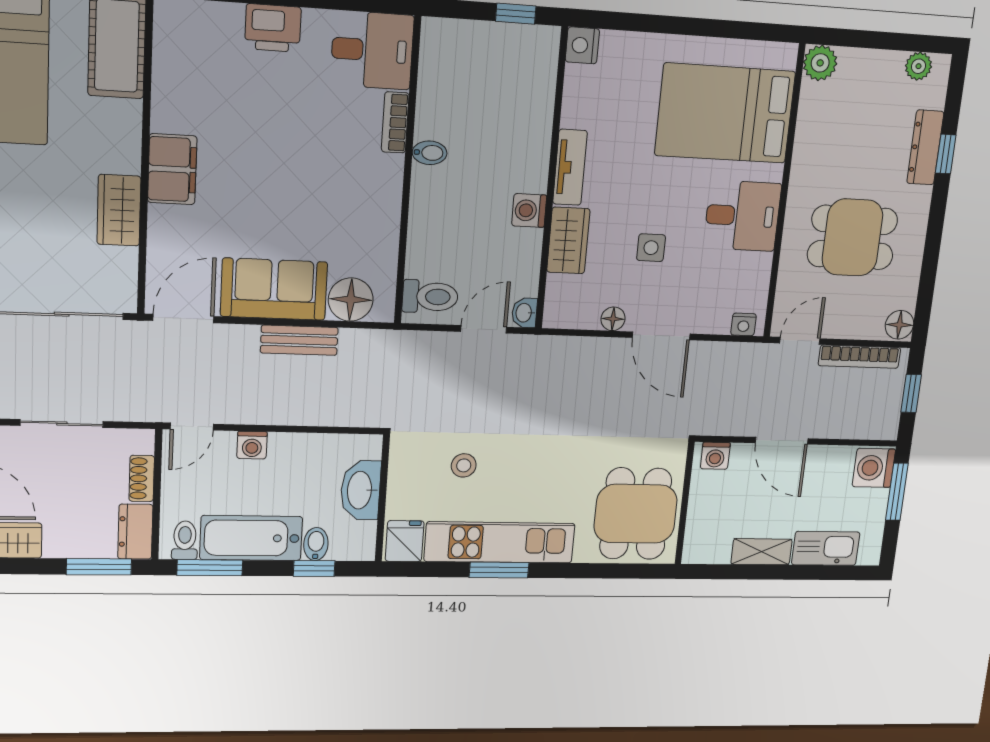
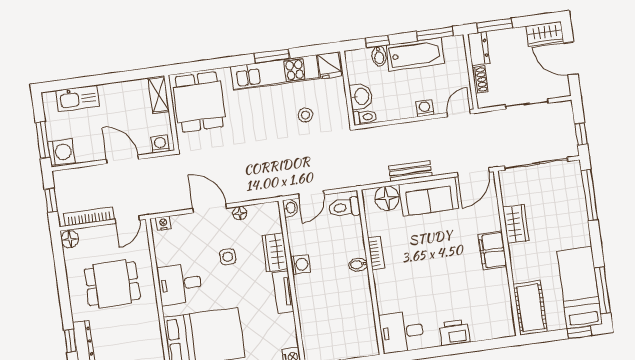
bookcase: (395, 122) -> (376, 253), moved
bidet: (430, 153) -> (358, 265), moved
washbasin: (361, 490) -> (361, 96), width x0.72
toilet: (185, 540) -> (365, 117), moved, turned -90
shelving: (762, 552) -> (159, 95), moved, turned 90

